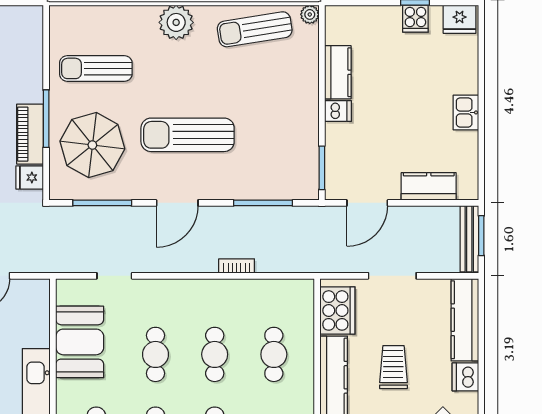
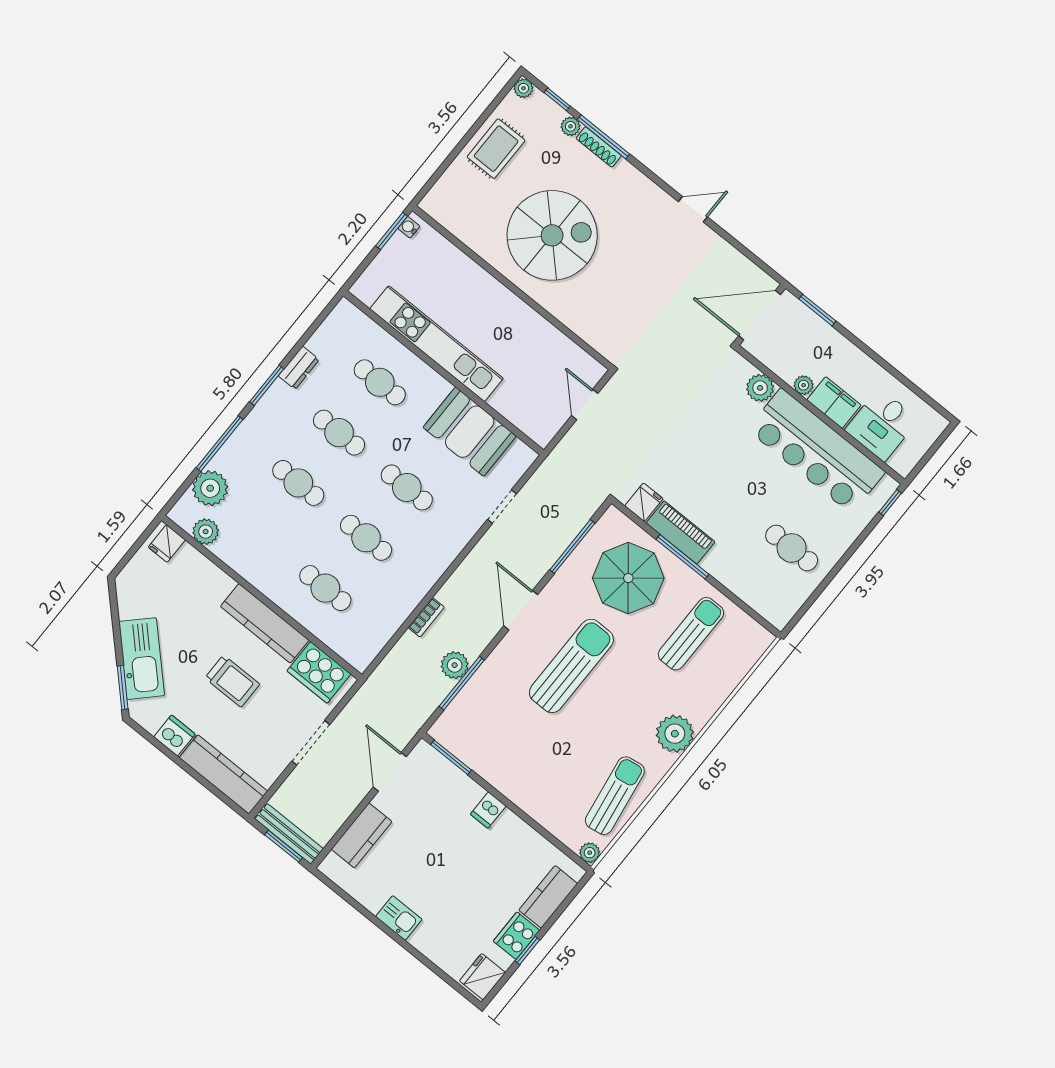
cooker: (415, 19) -> (516, 936), width x1.36
kitchen counter: (338, 72) -> (548, 897), moved, turned 90
plant: (254, 218) -> (455, 665), added

